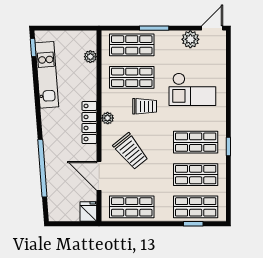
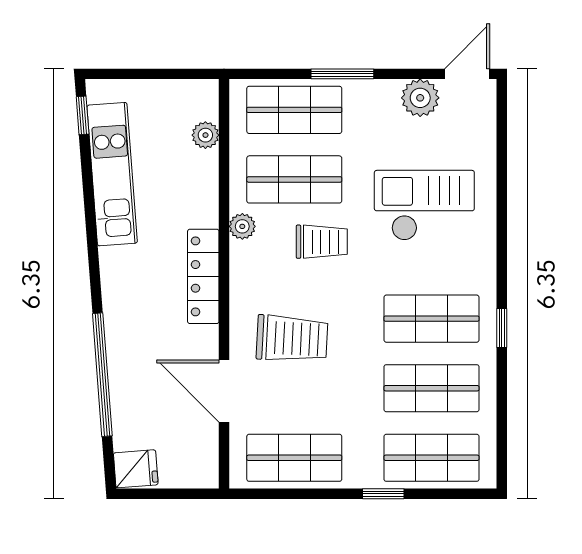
checkout: (192, 89) -> (424, 205), turned 180
plant: (108, 118) -> (242, 226), moved
trolley: (131, 151) -> (292, 339), turned -48
fridge: (88, 212) -> (136, 469), moved, turned 86
window: (193, 224) -> (383, 494), moved

